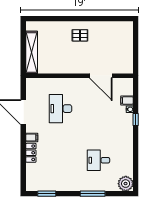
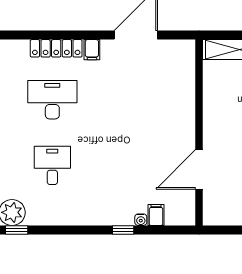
desk: (61, 109) -> (52, 100), moved
locker: (31, 153) -> (56, 48), width x1.53
window: (136, 181) -> (17, 230), added

